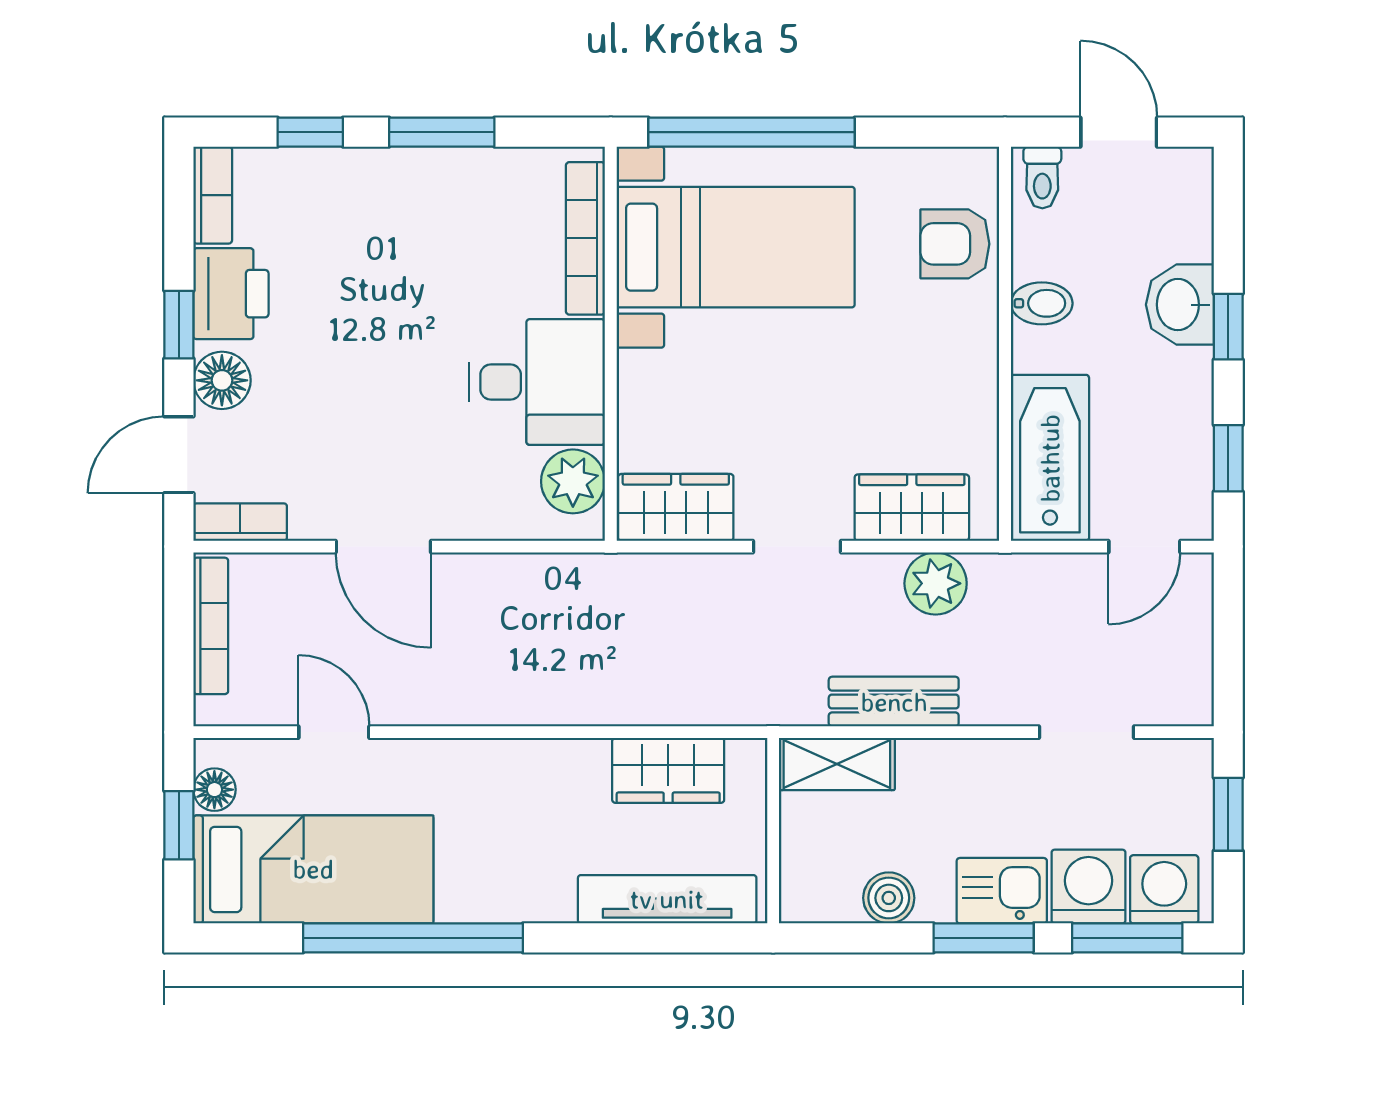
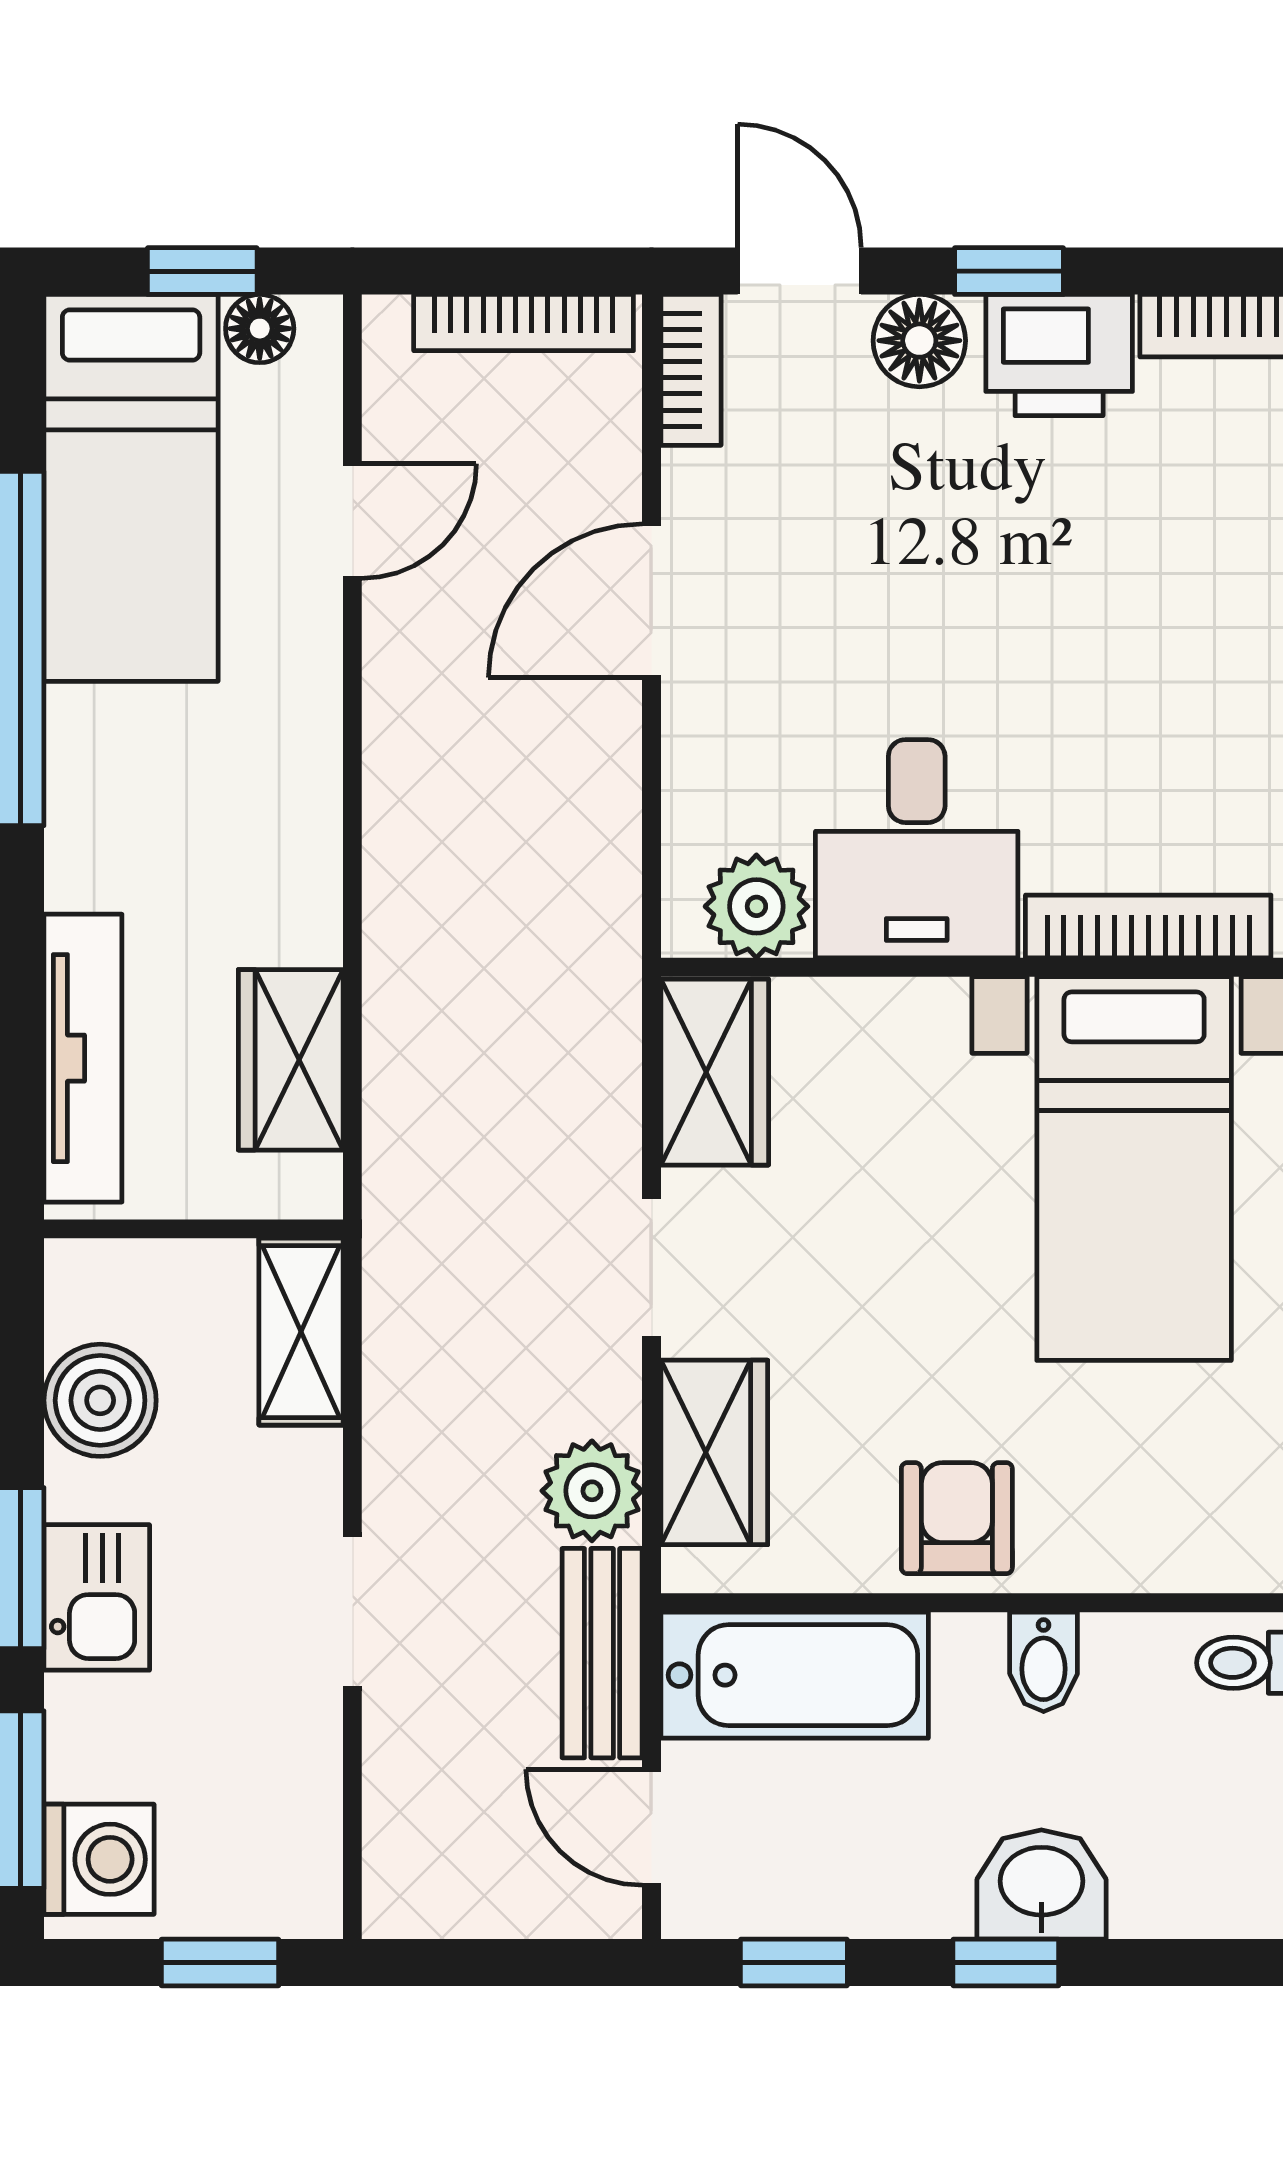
armchair: (955, 244) -> (957, 1518), moved
bench: (894, 702) -> (602, 1653), moved
doorway: (1086, 732) -> (352, 1612), moved
washing machine: (1088, 887) -> (104, 1737), removed
boiler: (889, 898) -> (100, 1400), width x1.36, depth x1.36

